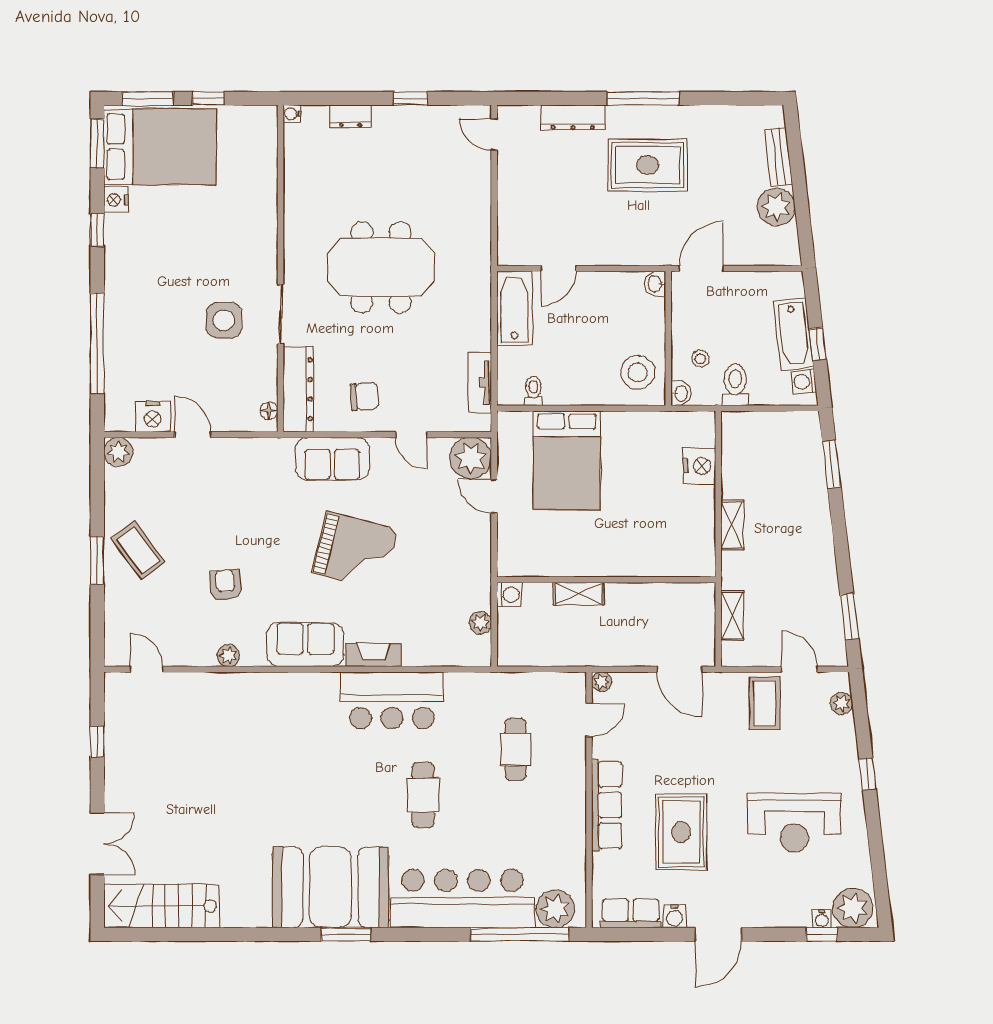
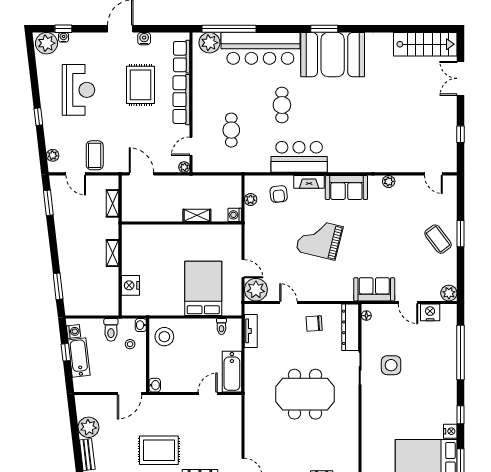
sofa: (332, 459) -> (374, 289), moved
armchair: (225, 585) -> (279, 194), moved
reception desk: (794, 823) -> (78, 90), turned 90
row of seats: (631, 913) -> (182, 57), moved, turned 90

